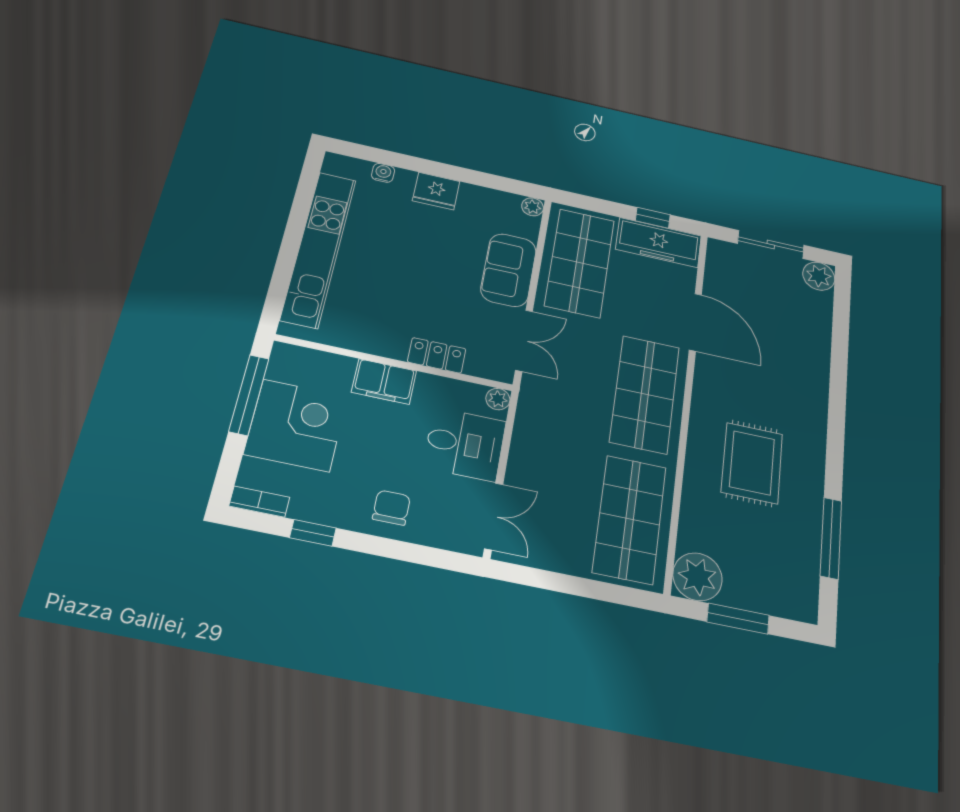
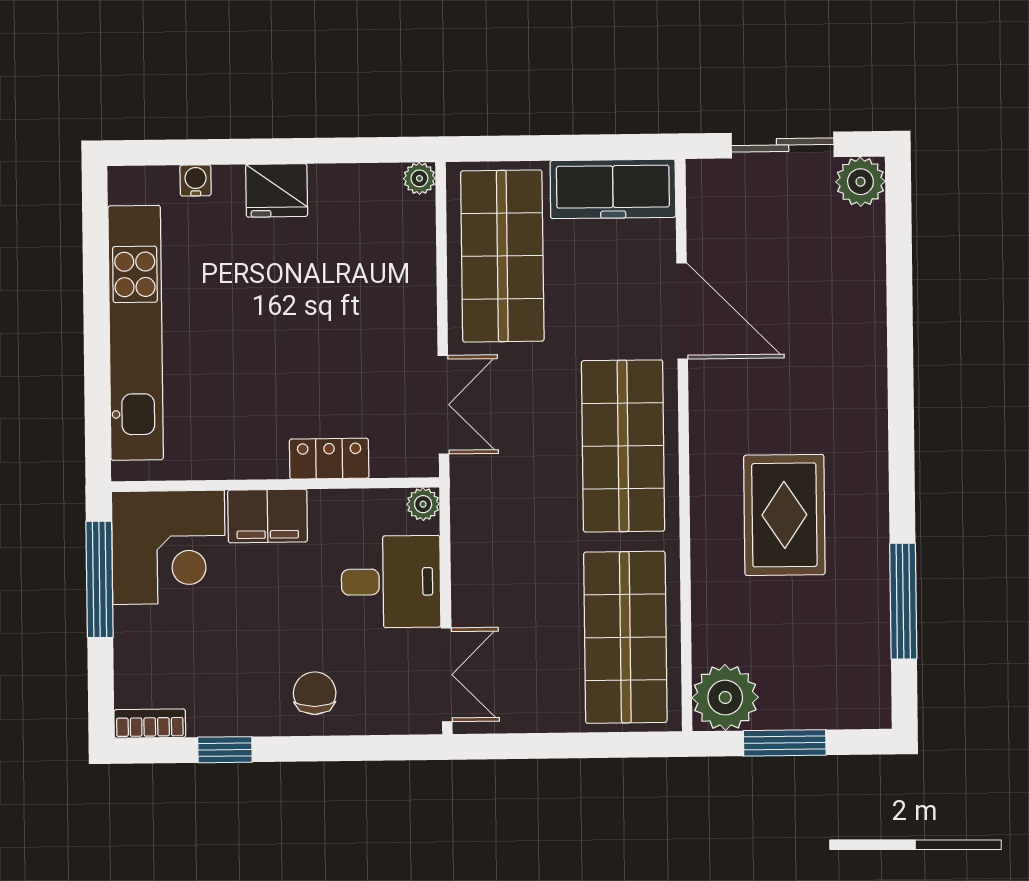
window: (653, 218) -> (599, 147), removed
sofa: (509, 270) -> (403, 296), removed
corner desk: (296, 425) -> (168, 547), moved, turned 90

